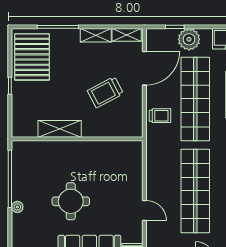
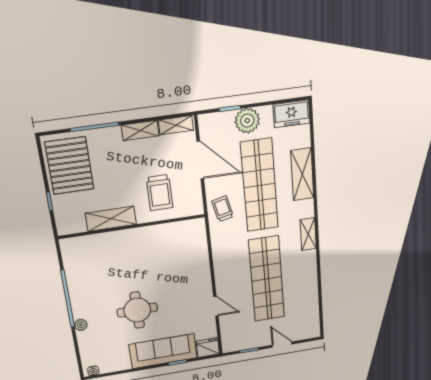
door: (144, 68) -> (200, 160), hinge flipped
trolley: (105, 92) -> (160, 193), turned -62
trolley: (160, 116) -> (223, 209), turned -103
shelving: (60, 129) -> (111, 219), moved
wall: (77, 139) -> (132, 227), moved

